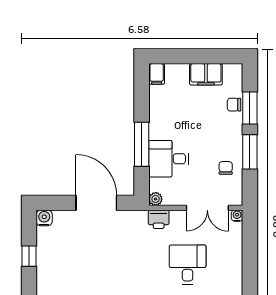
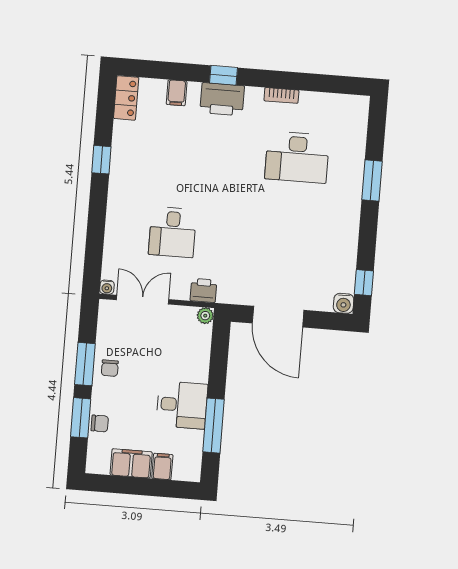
filing cabinet: (157, 74) -> (162, 466), moved
window: (142, 144) -> (214, 426), moved
desk: (169, 159) -> (182, 405), moved
chair: (226, 168) -> (110, 368), moved
window: (29, 256) -> (364, 283), moved

